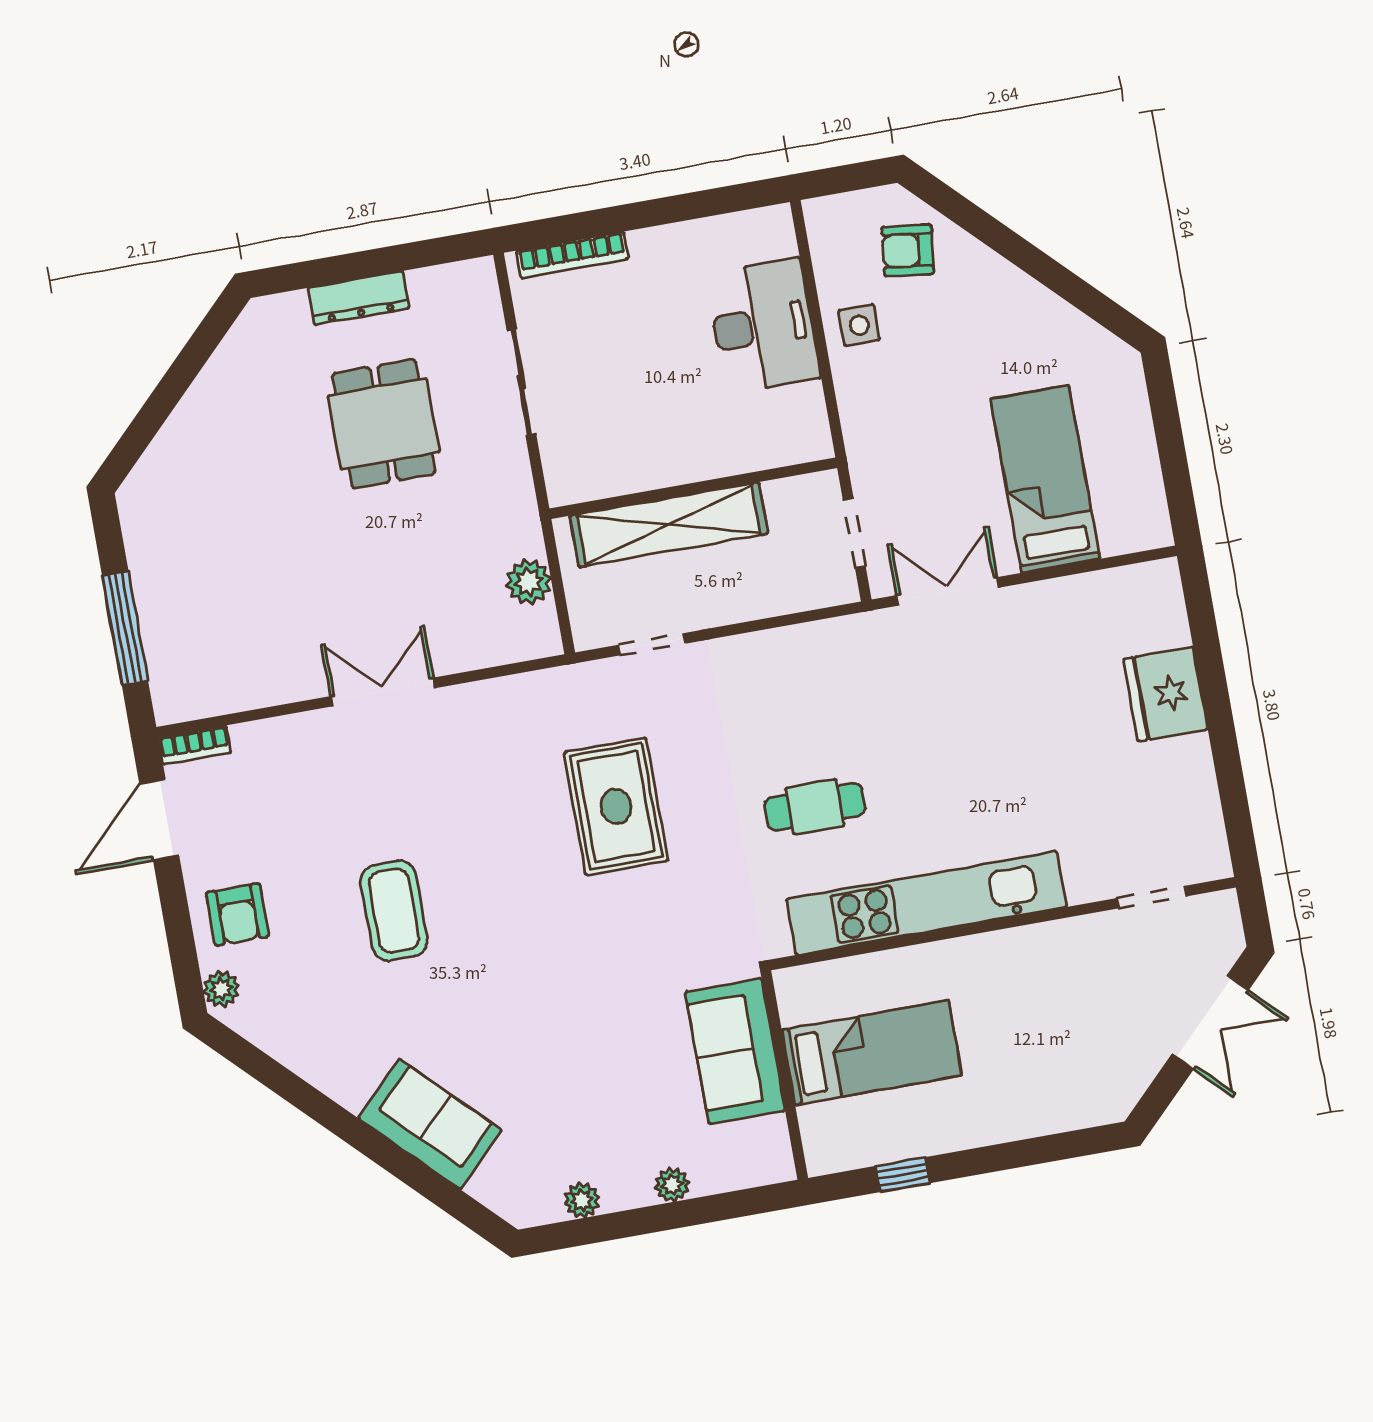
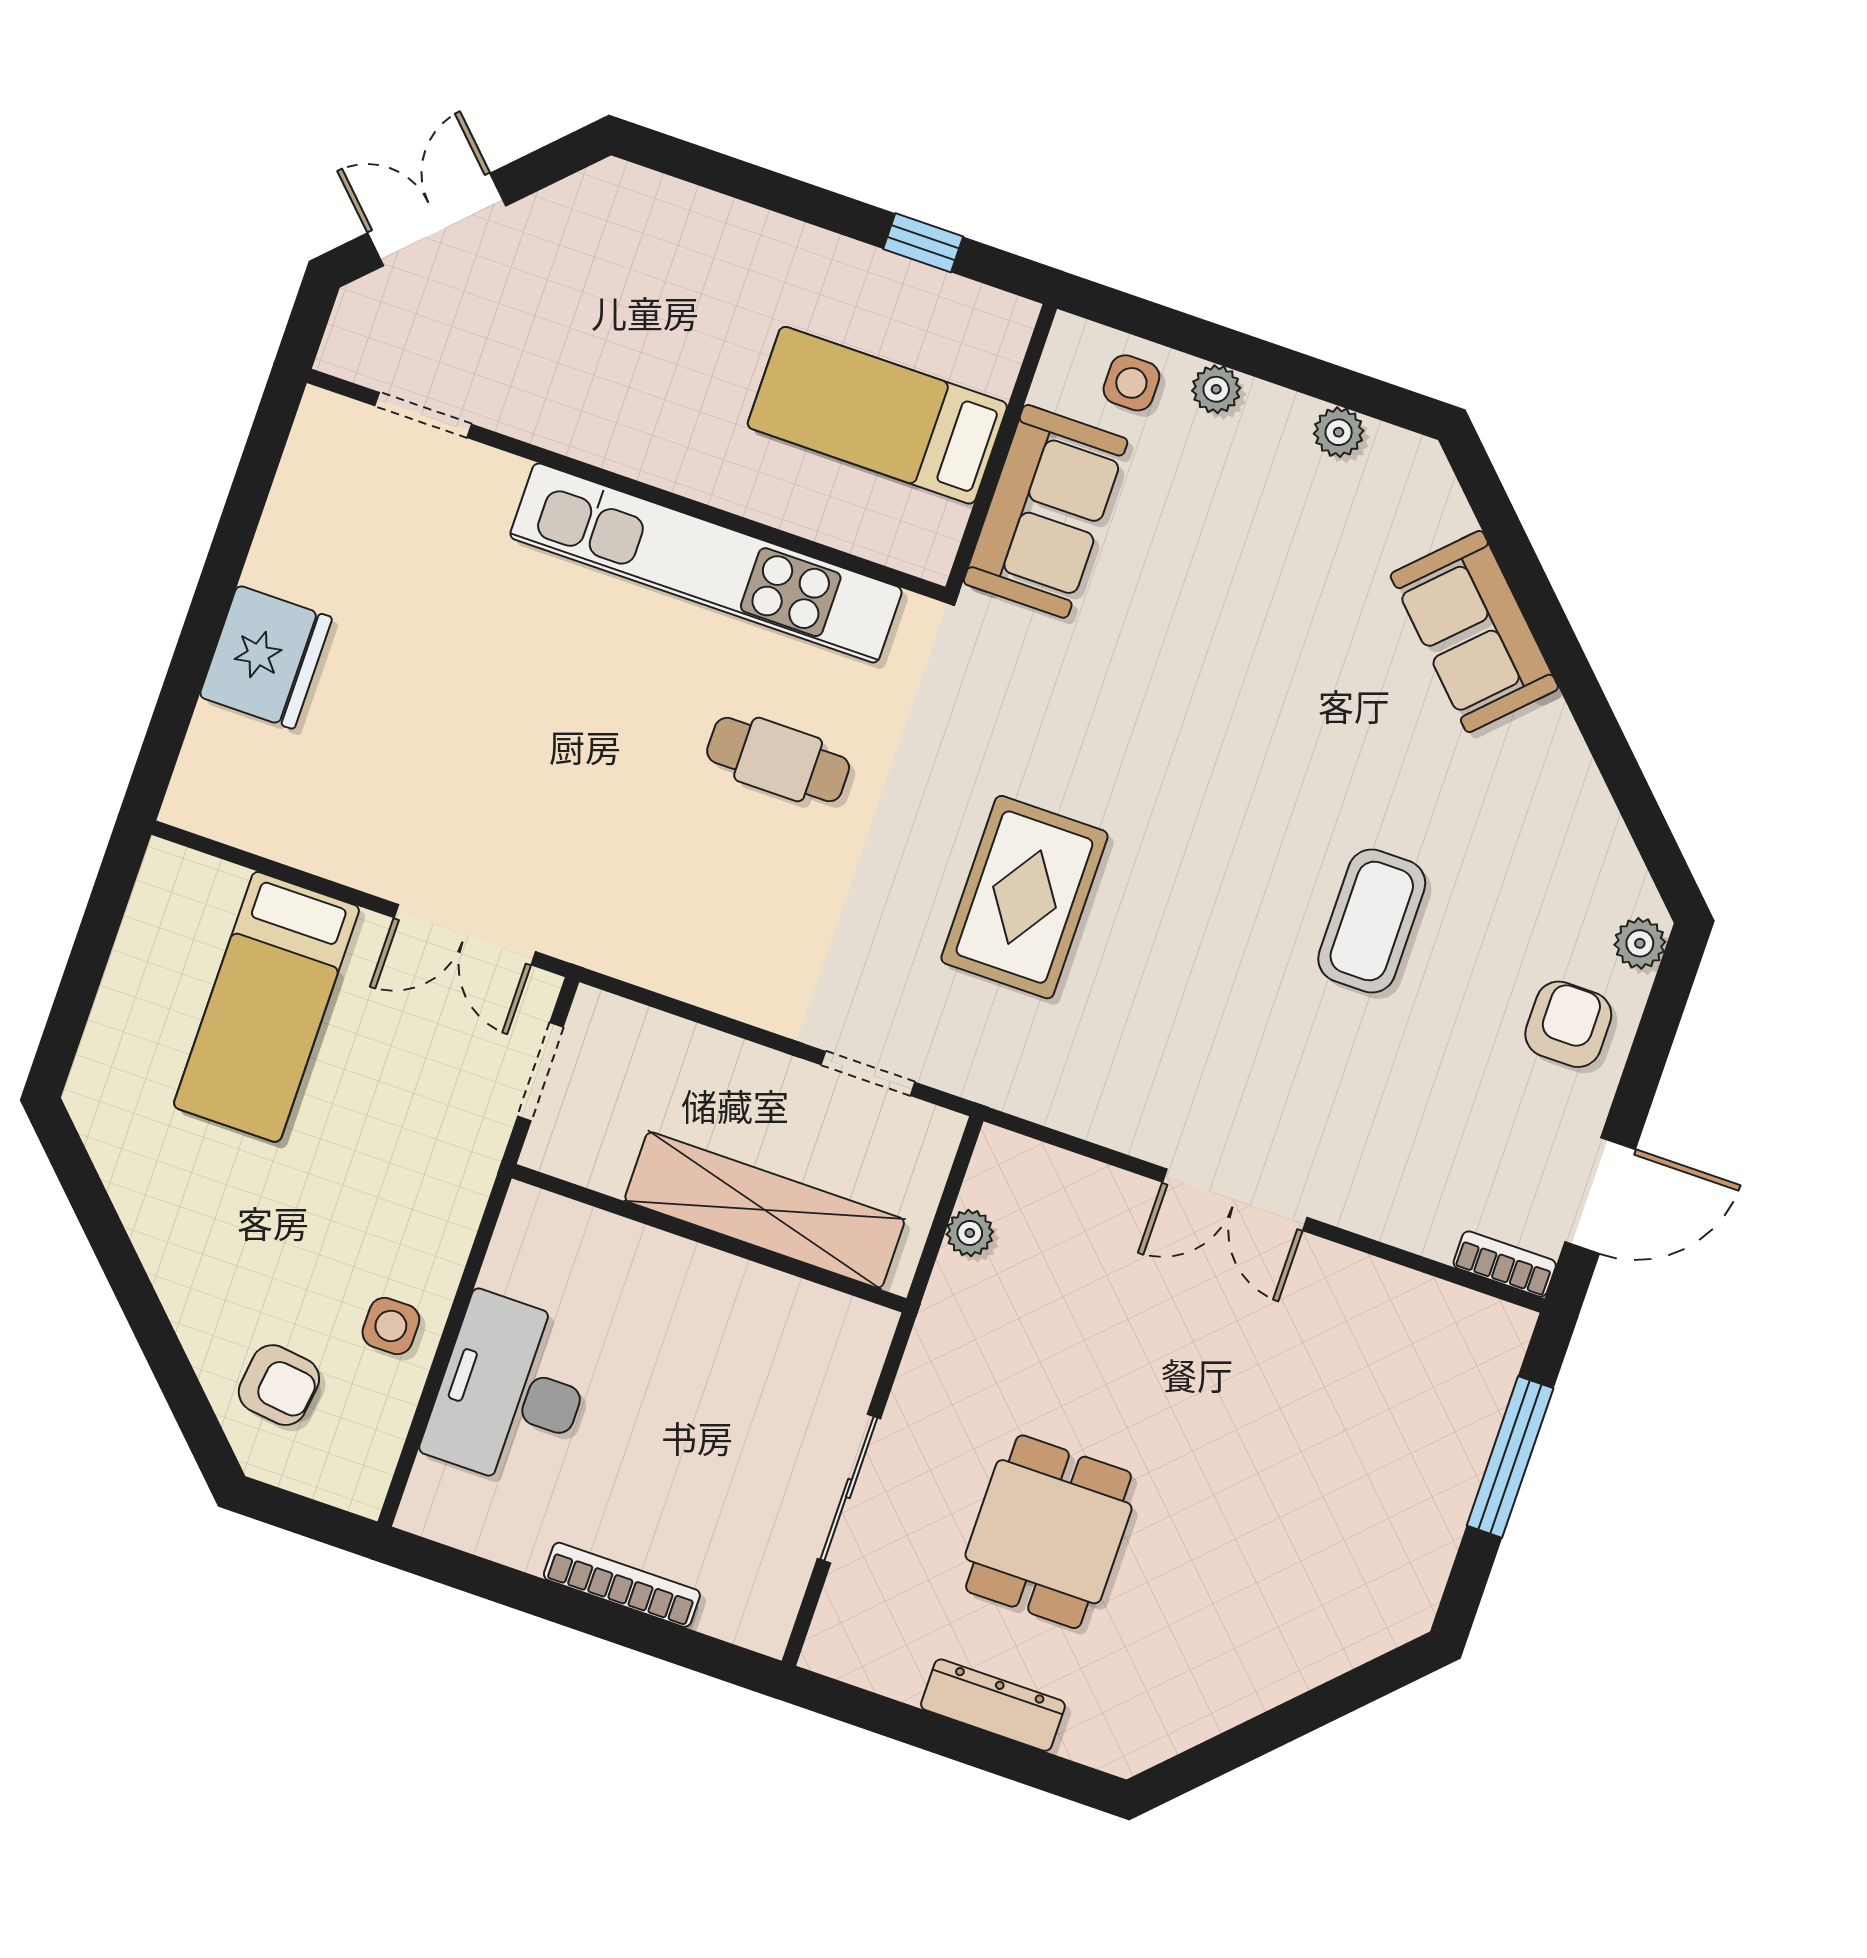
bookcase: (572, 255) -> (622, 1585), moved
plant: (528, 582) -> (970, 1233), width x0.73, depth x0.73
side table: (726, 1160) -> (1131, 383), added

